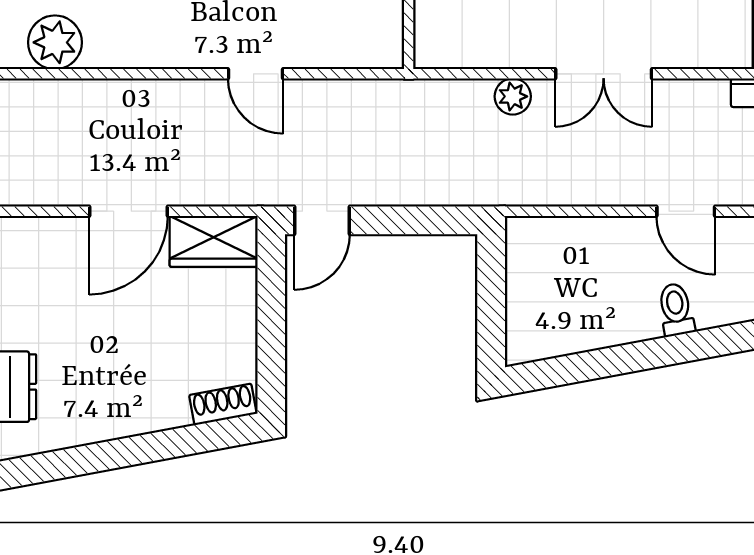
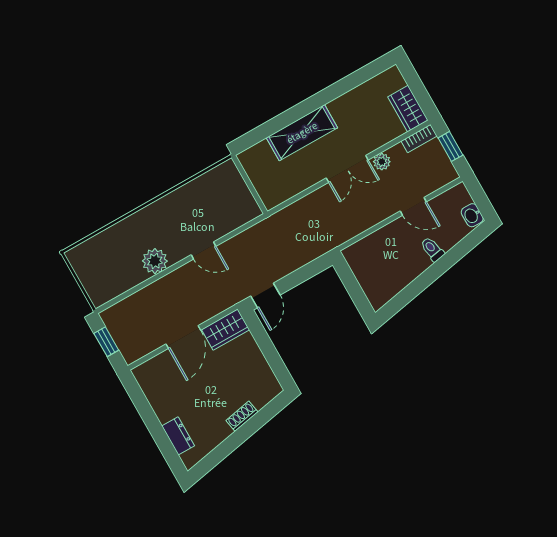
plant: (55, 42) -> (155, 261), moved
plant: (513, 96) -> (382, 162), moved
shoe rack: (223, 404) -> (242, 416), moved

